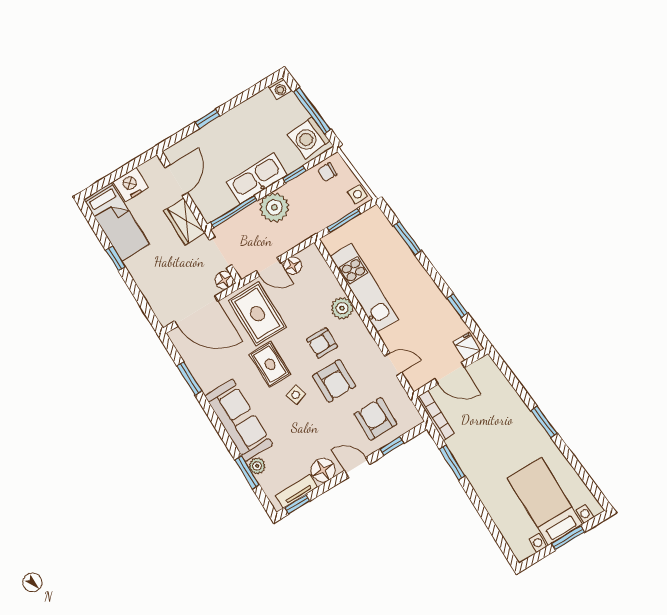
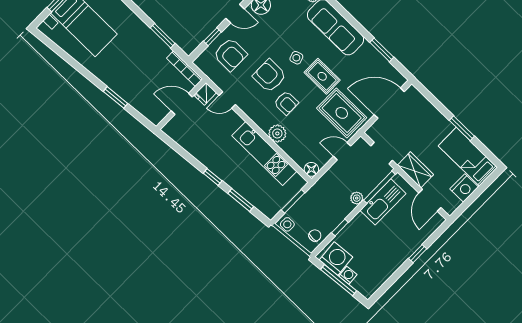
washing machine: (280, 89) -> (348, 275), moved, turned 85
kitchen sink: (257, 178) -> (383, 202), moved
plant: (274, 207) -> (357, 198), width x0.53, depth x0.53
window: (115, 258) -> (462, 128), width x1.50
floor lamp: (293, 266) -> (311, 169), moved
floor lamp: (224, 280) -> (374, 132), removed
window: (457, 306) -> (213, 177), moved
armchair: (322, 343) -> (286, 103), turned 90
fridge: (467, 346) -> (205, 94), moved, turned 90
window: (544, 422) -> (116, 97), moved

